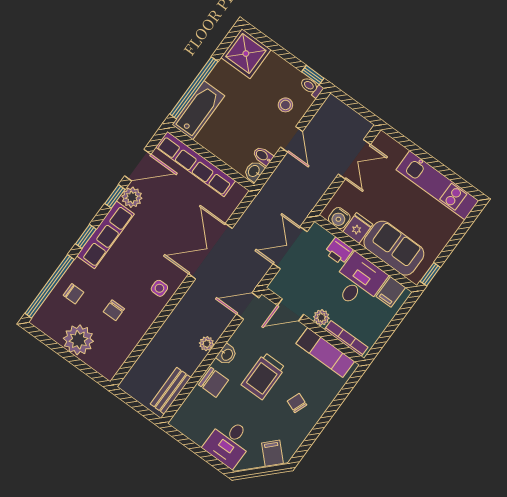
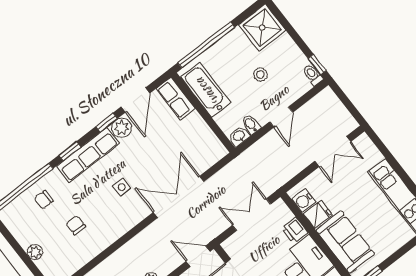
stool: (285, 105) -> (260, 75), moved
bathtub: (198, 110) -> (206, 90), moved, turned -90
row of seats: (196, 164) -> (176, 98), width x0.50
door: (138, 165) -> (135, 100), hinge flipped
side table: (159, 288) -> (122, 187), moved
chair: (73, 294) -> (44, 200), turned 90
chair: (114, 310) -> (76, 225), turned 90
plant: (78, 340) -> (35, 252), width x0.53, depth x0.53

